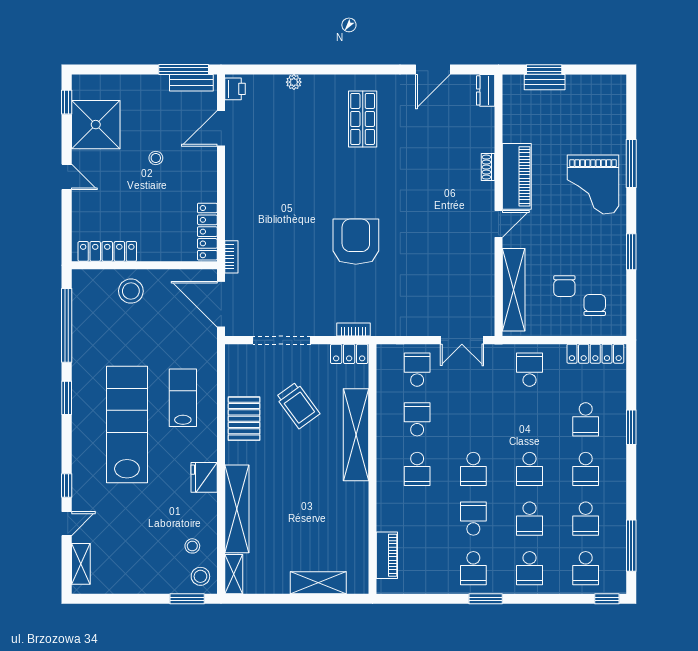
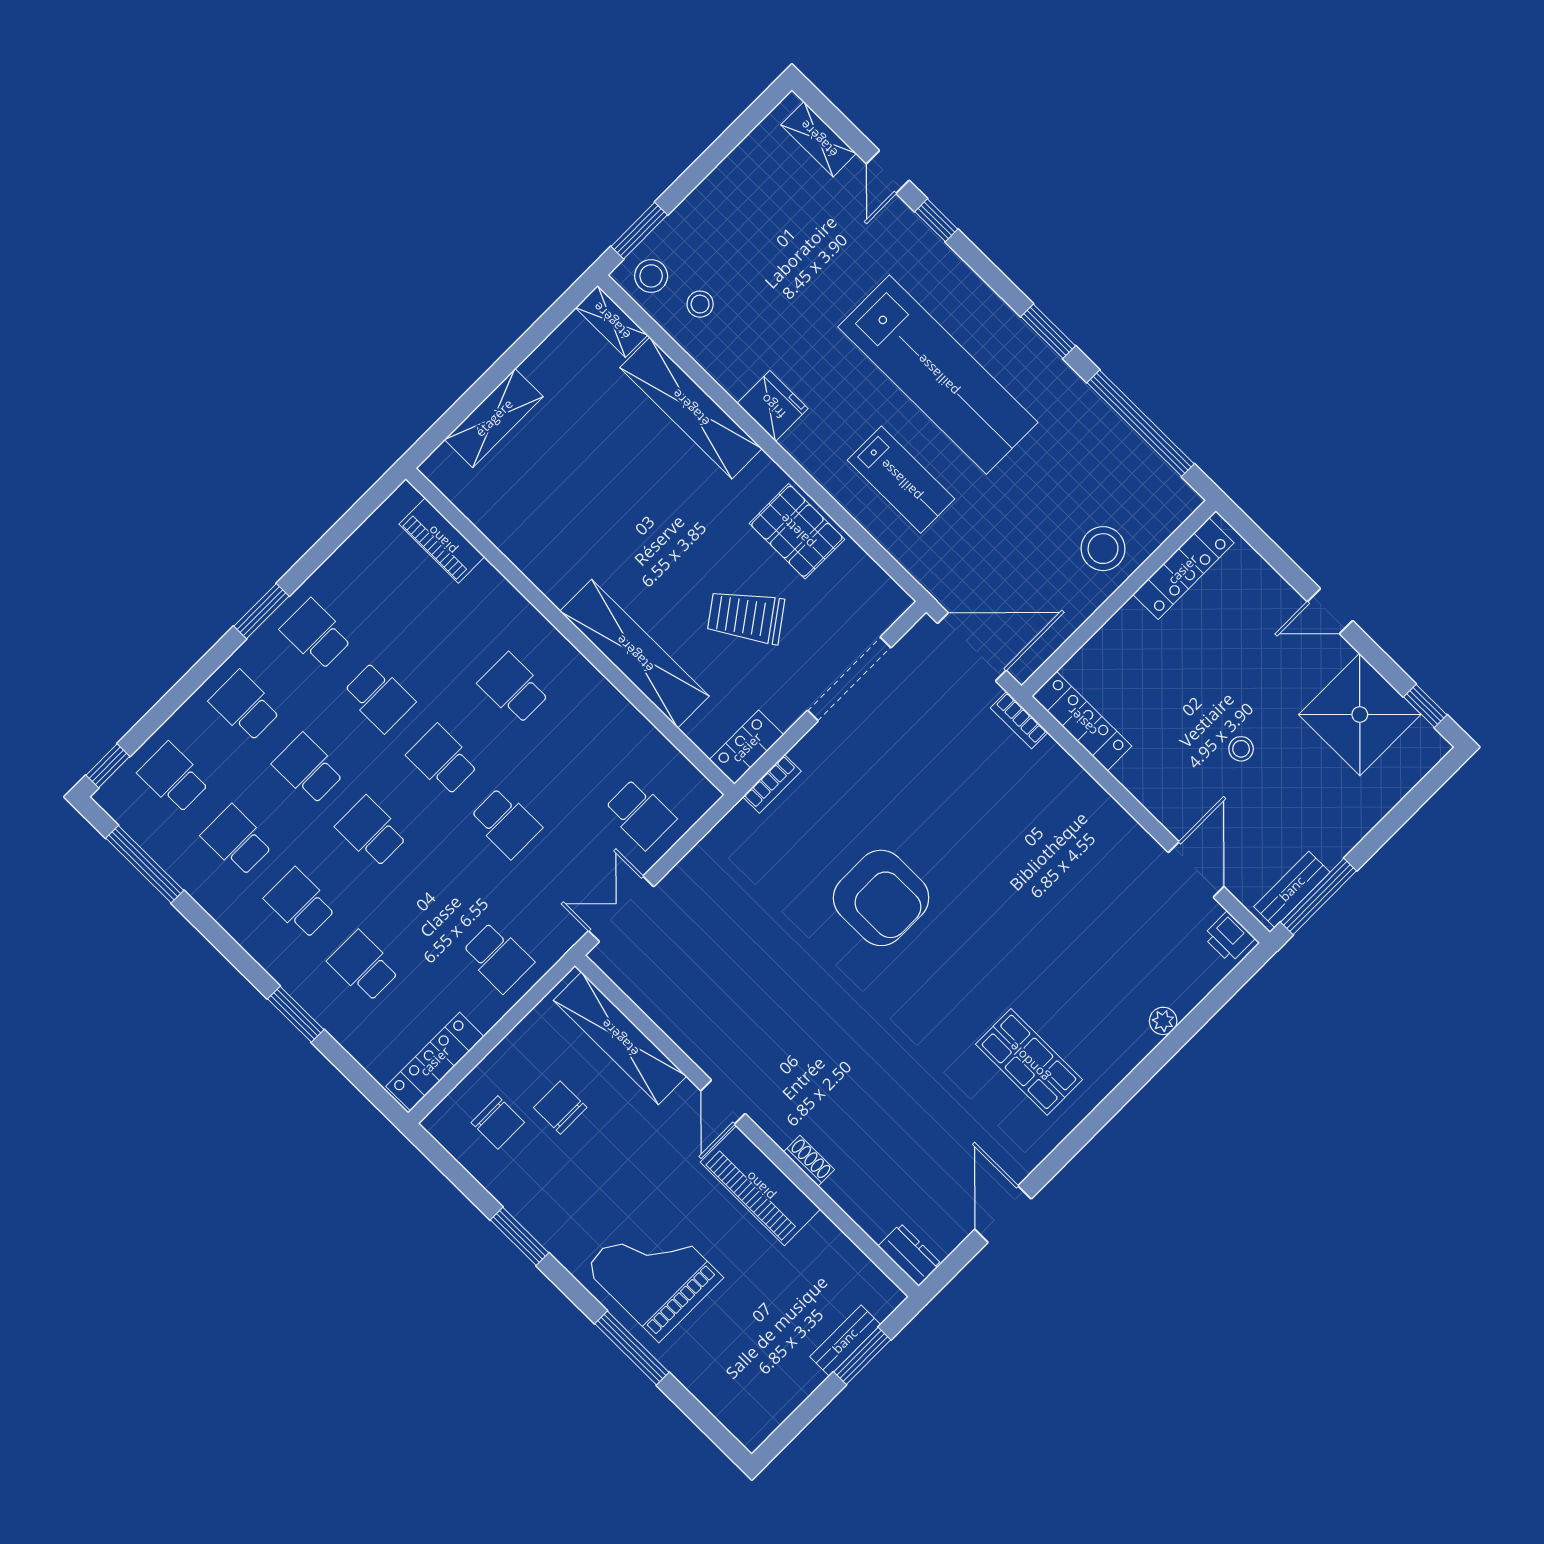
school desk: (417, 419) -> (506, 823), moved

